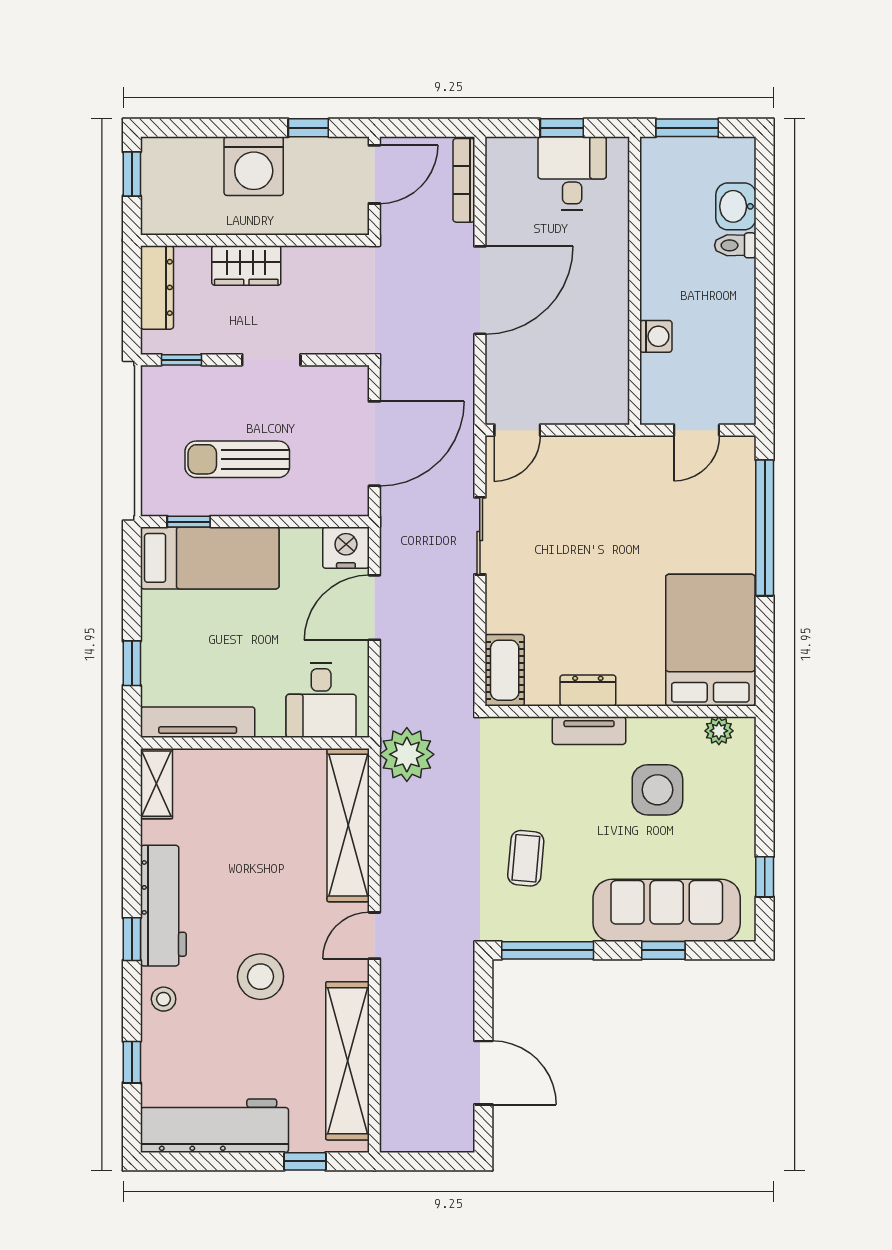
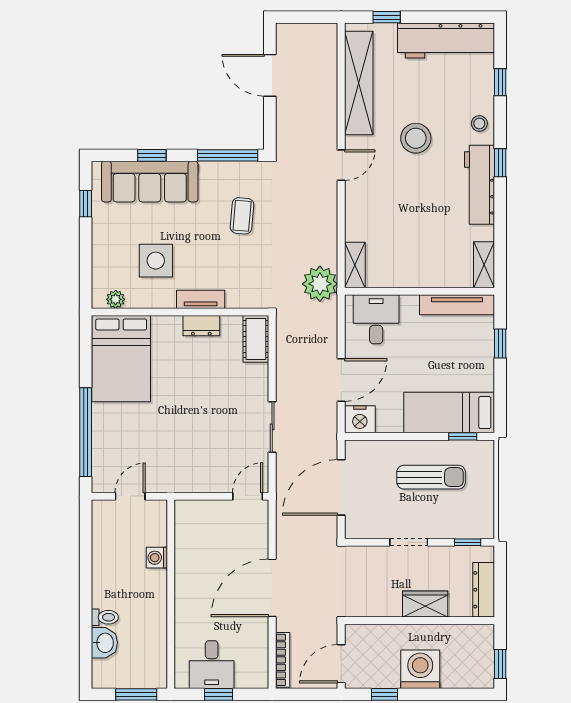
shelving: (348, 825) -> (355, 265), width x0.45, depth x0.75

